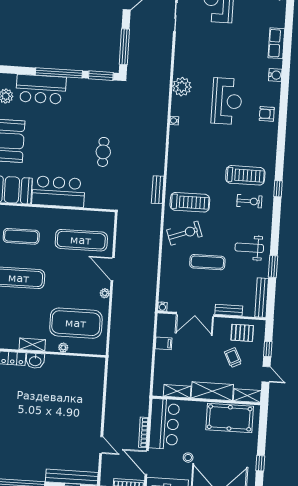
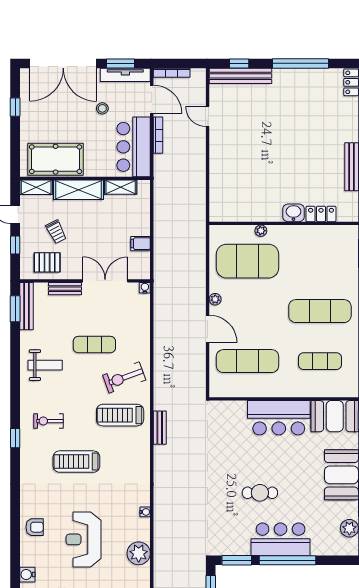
bar counter: (41, 89) -> (281, 539), moved
cafe table: (103, 152) -> (260, 493), moved, turned 90
treadmill: (245, 175) -> (76, 462), moved
window: (273, 267) -> (15, 309), moved
shelving: (32, 345) -> (298, 232), removed

